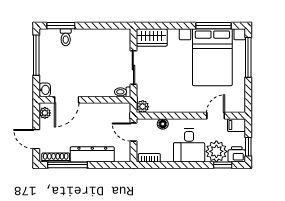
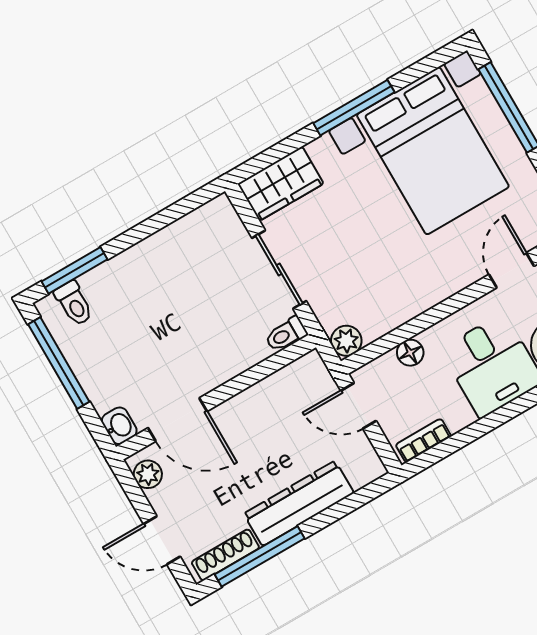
window: (214, 26) -> (354, 108), moved
toilet: (66, 37) -> (74, 303), moved
door: (67, 100) -> (178, 420), hinge flipped

